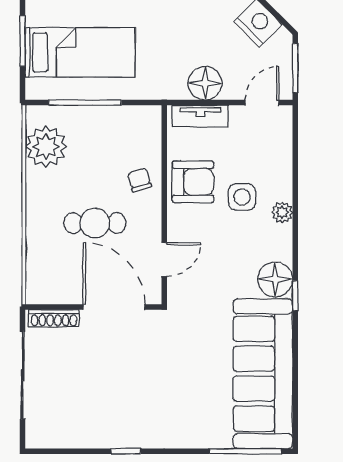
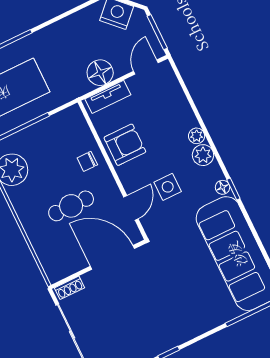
chair: (139, 180) -> (87, 161), turned -73
side table: (242, 197) -> (168, 187), moved
plant: (279, 239) -> (203, 155), added
floor lamp: (275, 279) -> (223, 187), width x0.53, depth x0.53
shoe rack: (54, 318) -> (69, 288), width x0.70

